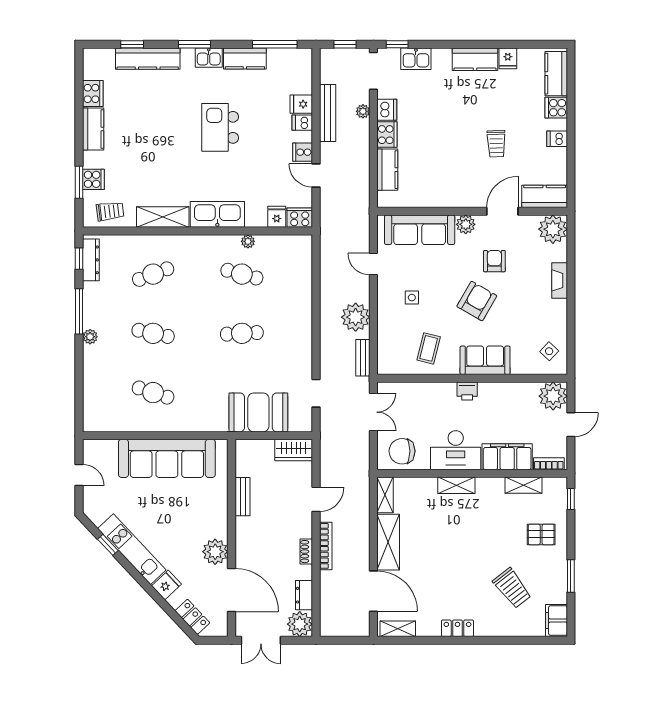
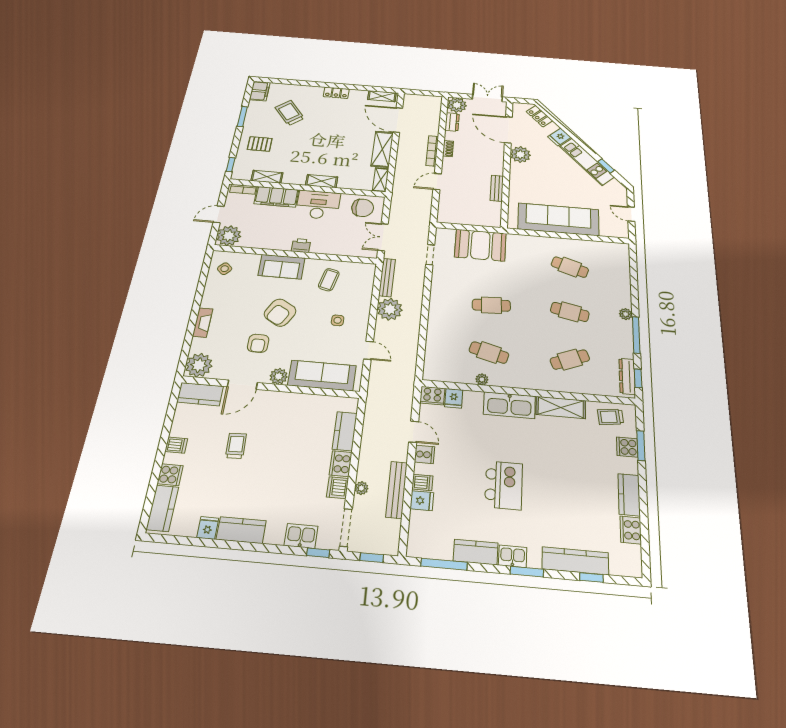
bench: (363, 358) -> (387, 277), width x1.36
wardrobe: (294, 450) -> (453, 216), removed

